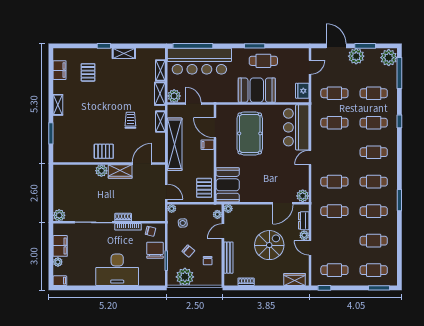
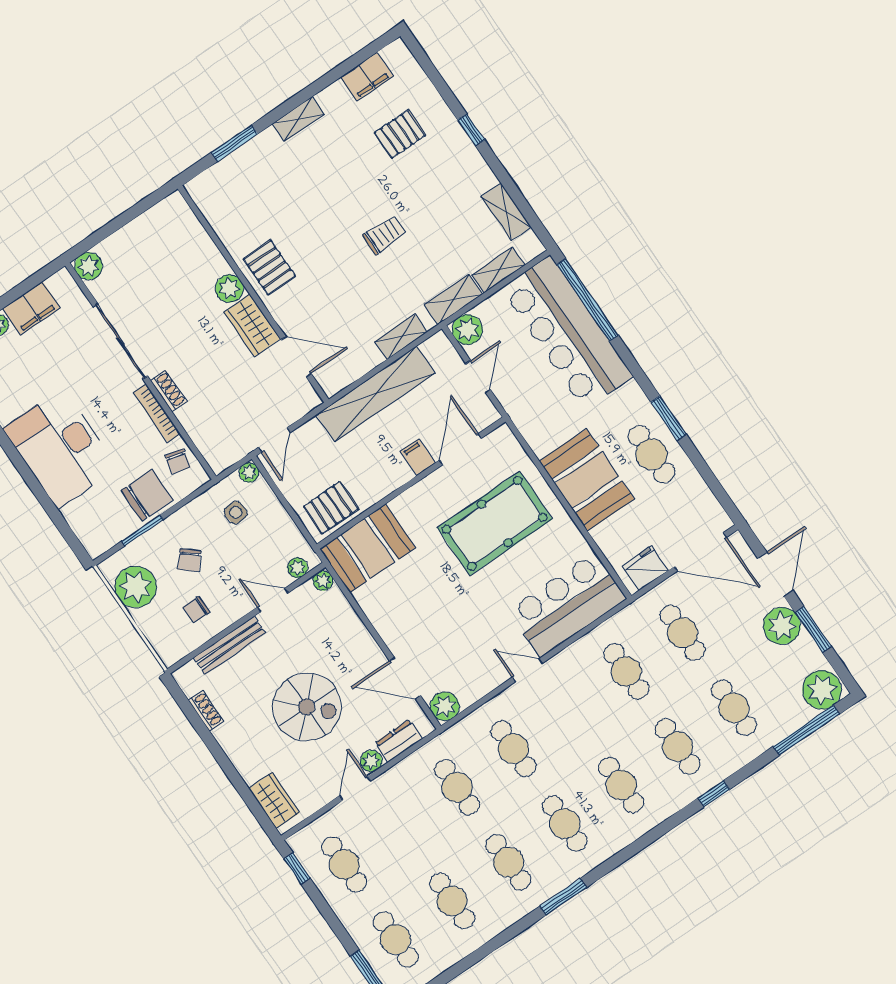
shelving: (124, 53) -> (506, 212), moved
door: (310, 67) -> (700, 552), width x1.87
trolley: (130, 120) -> (384, 235), moved

